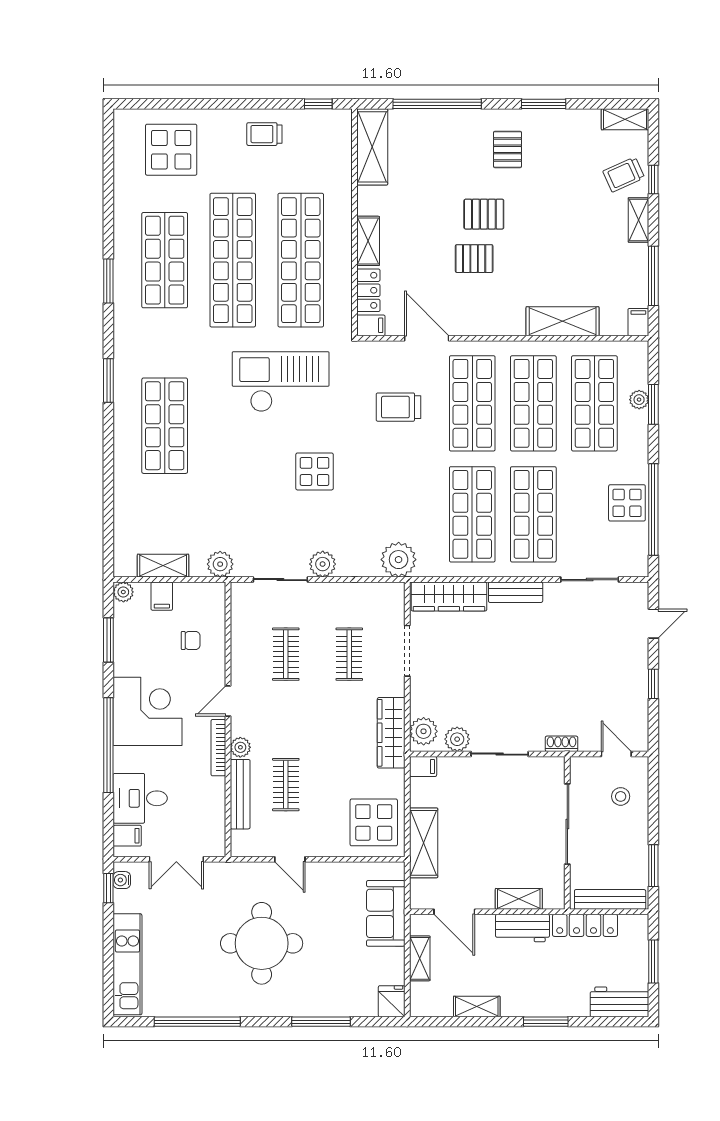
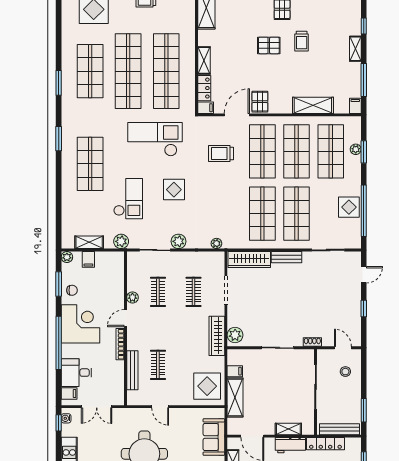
trolley: (624, 174) -> (302, 41), moved, turned -66
pallet: (474, 259) -> (260, 102), moved, turned 90
door: (427, 338) -> (237, 115), hinge flipped
checkout: (233, 488) -> (128, 199), added
plant: (399, 560) -> (216, 243), width x0.53, depth x0.53
chair: (191, 640) -> (72, 290), moved
plant: (457, 739) -> (254, 339), removed
plant: (240, 747) -> (132, 297), moved
filing cabinet: (423, 766) -> (235, 371), moved

